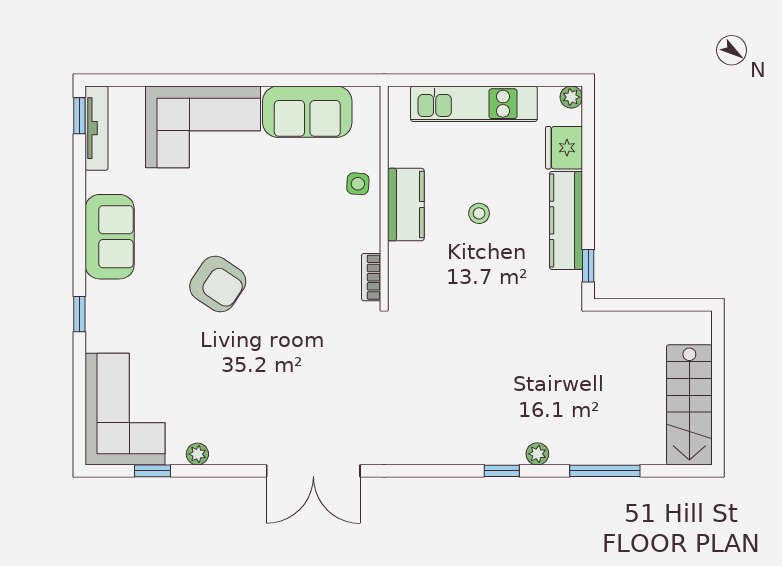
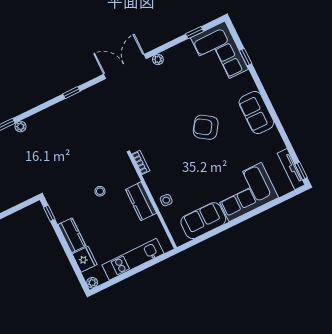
stool: (479, 213) -> (100, 191), moved
kitchen counter: (566, 220) -> (72, 235), width x0.67
sofa: (110, 237) -> (256, 113), moved
window: (79, 314) -> (246, 57), moved
plant: (197, 454) -> (158, 59), moved
plant: (537, 454) -> (21, 127), moved
window: (502, 471) -> (71, 93), moved

